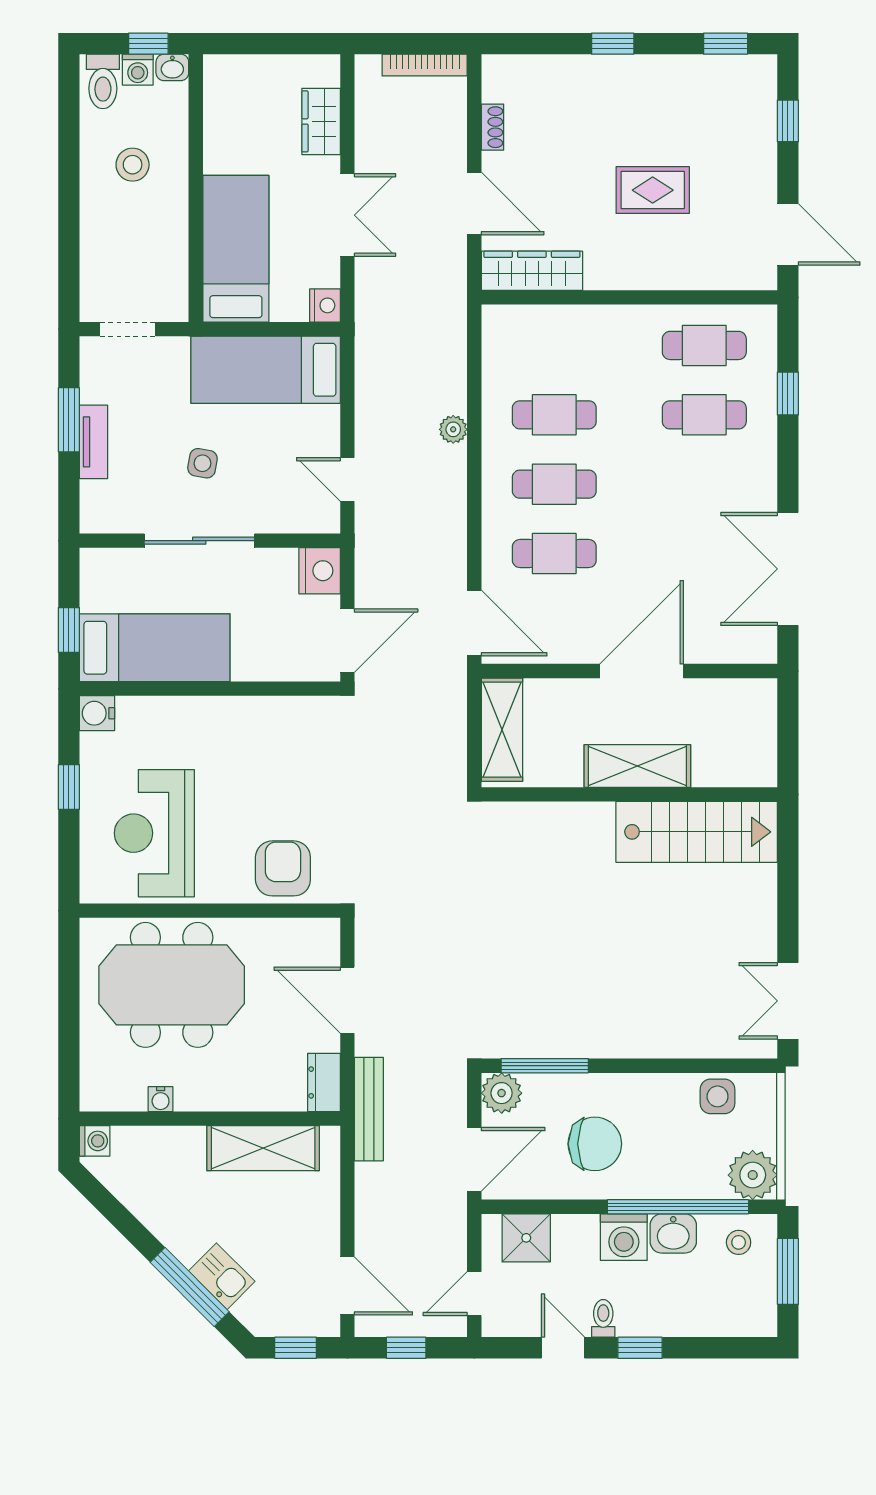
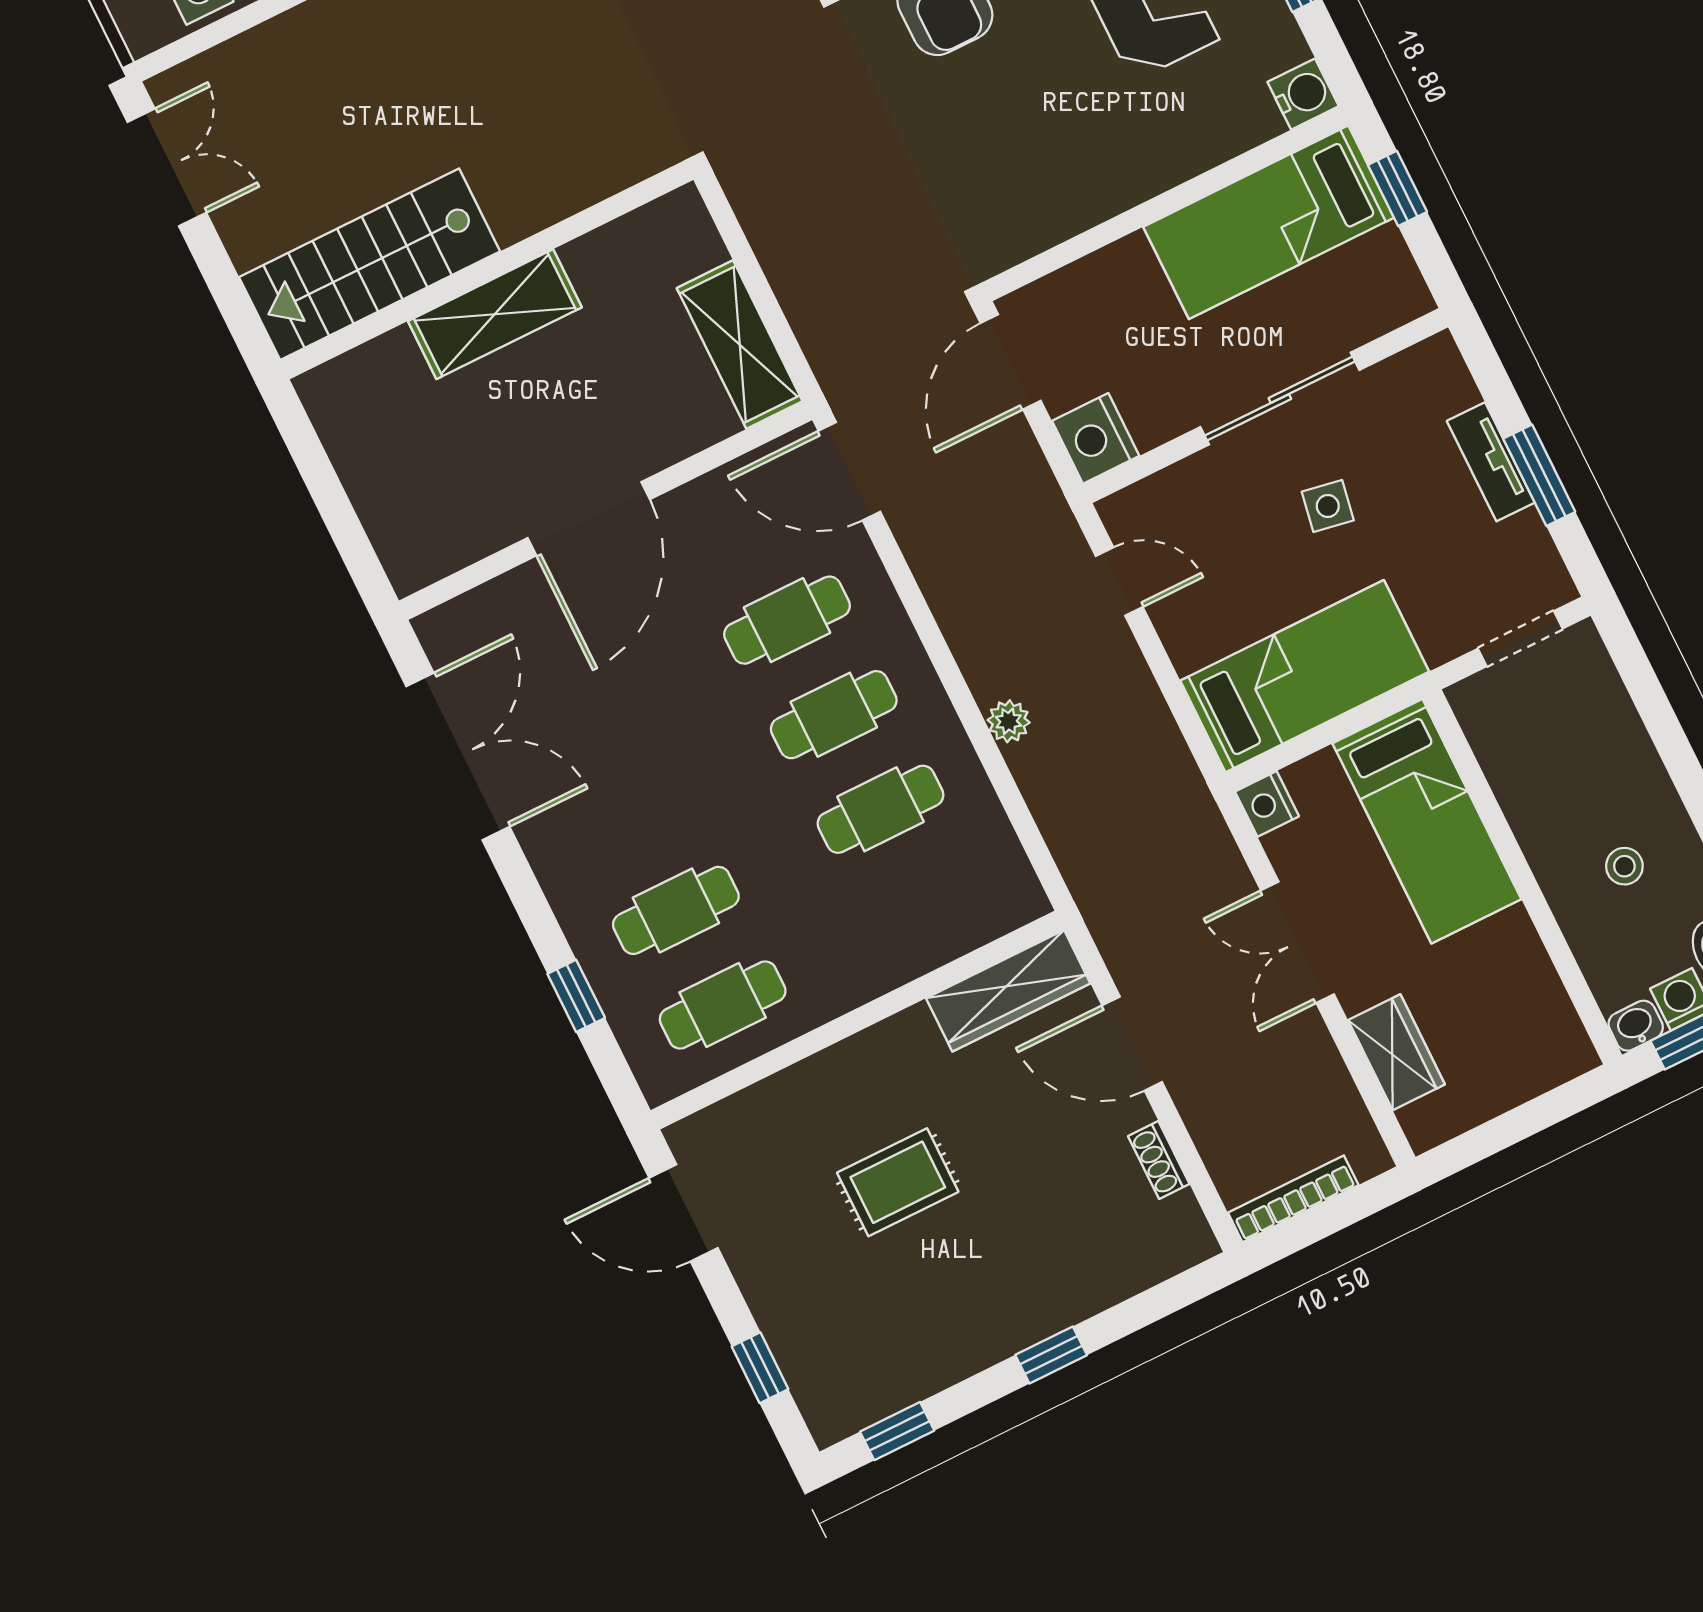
stool: (133, 165) -> (1624, 866), width x0.73, depth x0.73
shelving: (637, 766) -> (495, 314), moved
wall: (629, 794) -> (487, 270), moved
stairs: (697, 832) -> (370, 264), moved

